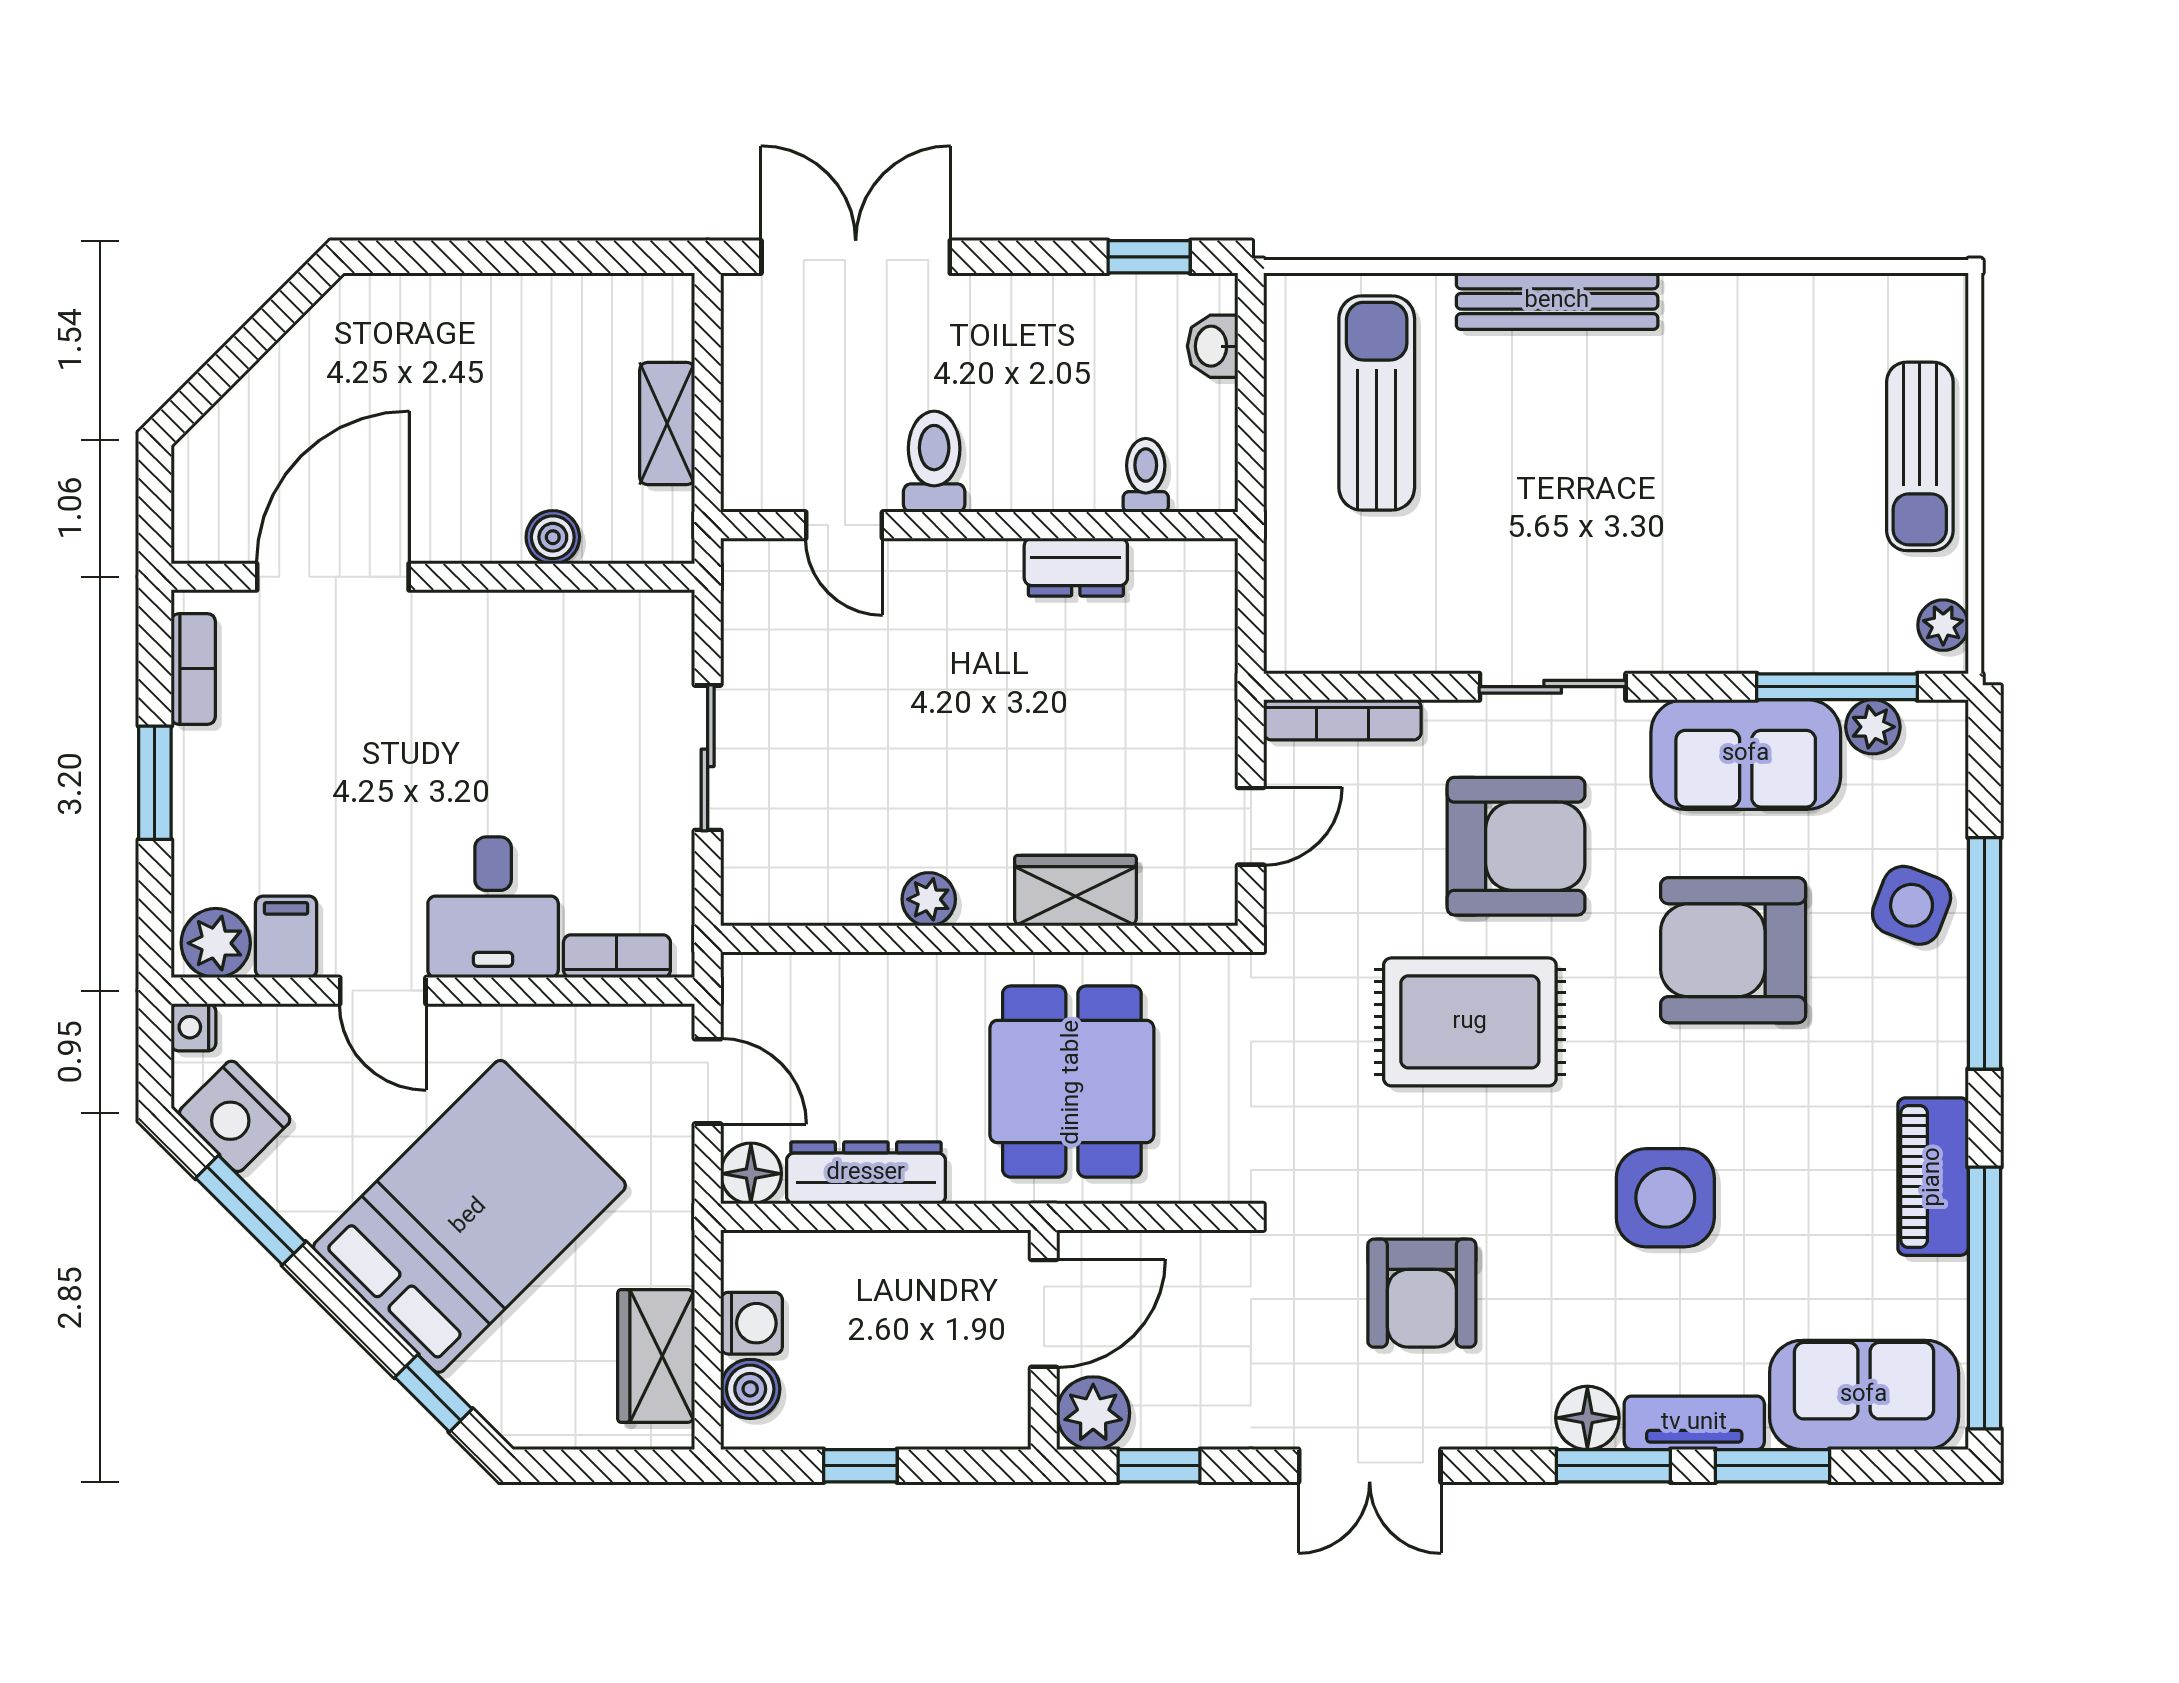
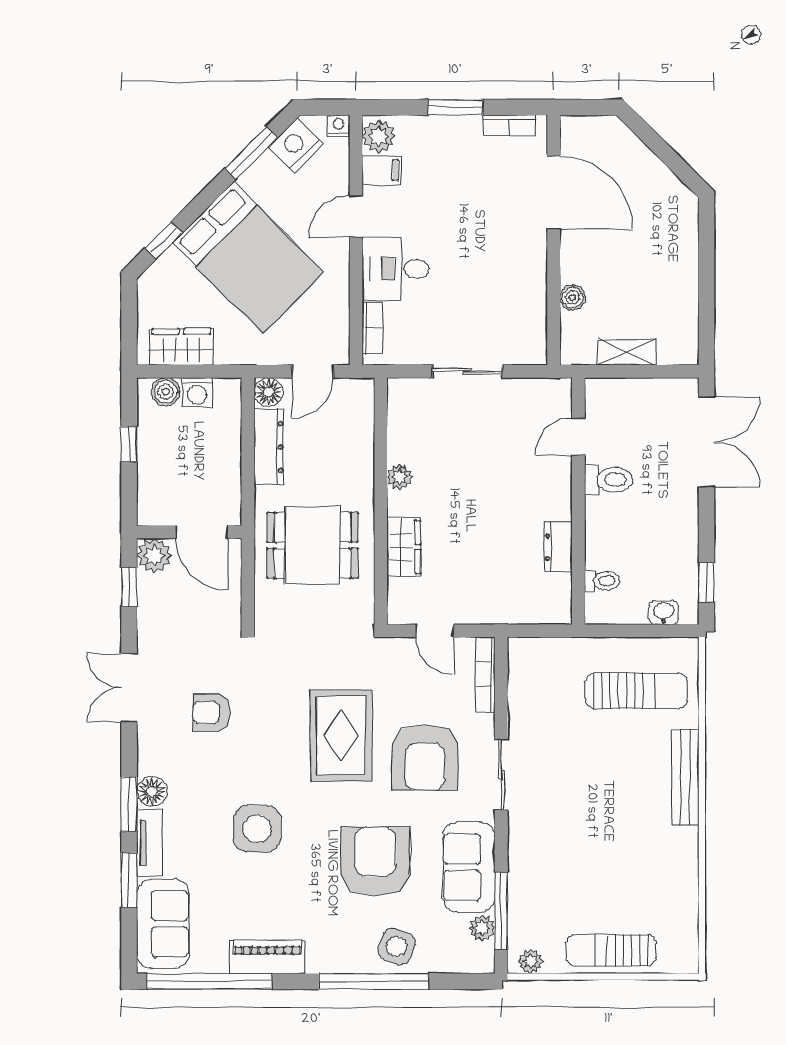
armchair: (1422, 1293) -> (211, 713), width x0.72, depth x0.72

